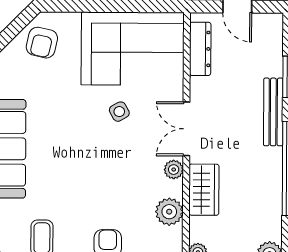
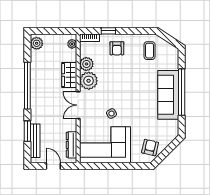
bench: (273, 112) -> (35, 141), moved
double door: (186, 129) -> (78, 105), swing flipped
plant: (174, 170) -> (89, 81), width x1.88, depth x1.88

